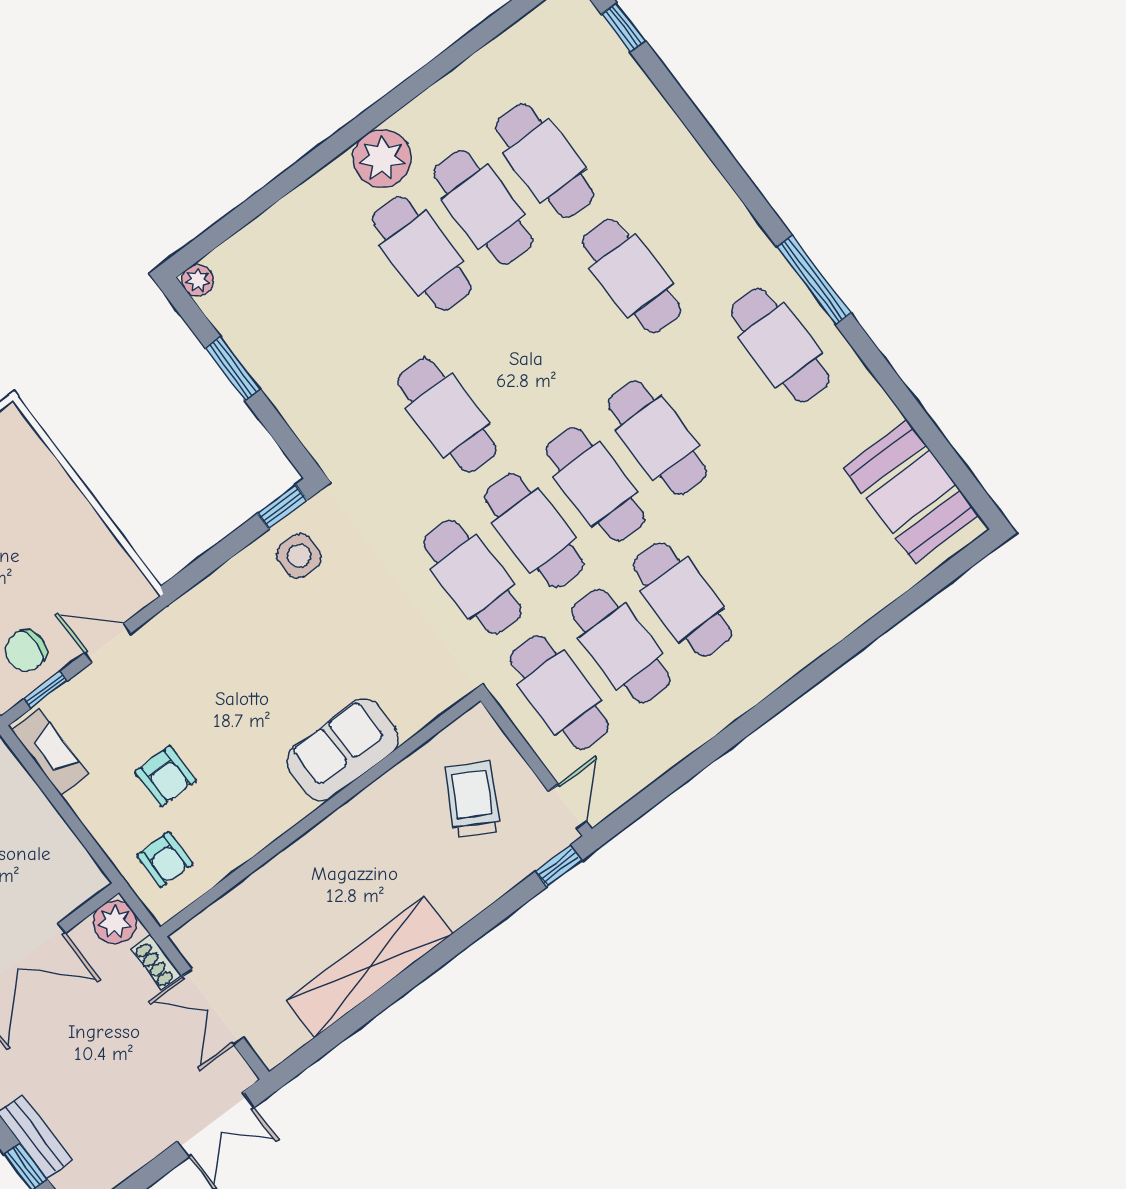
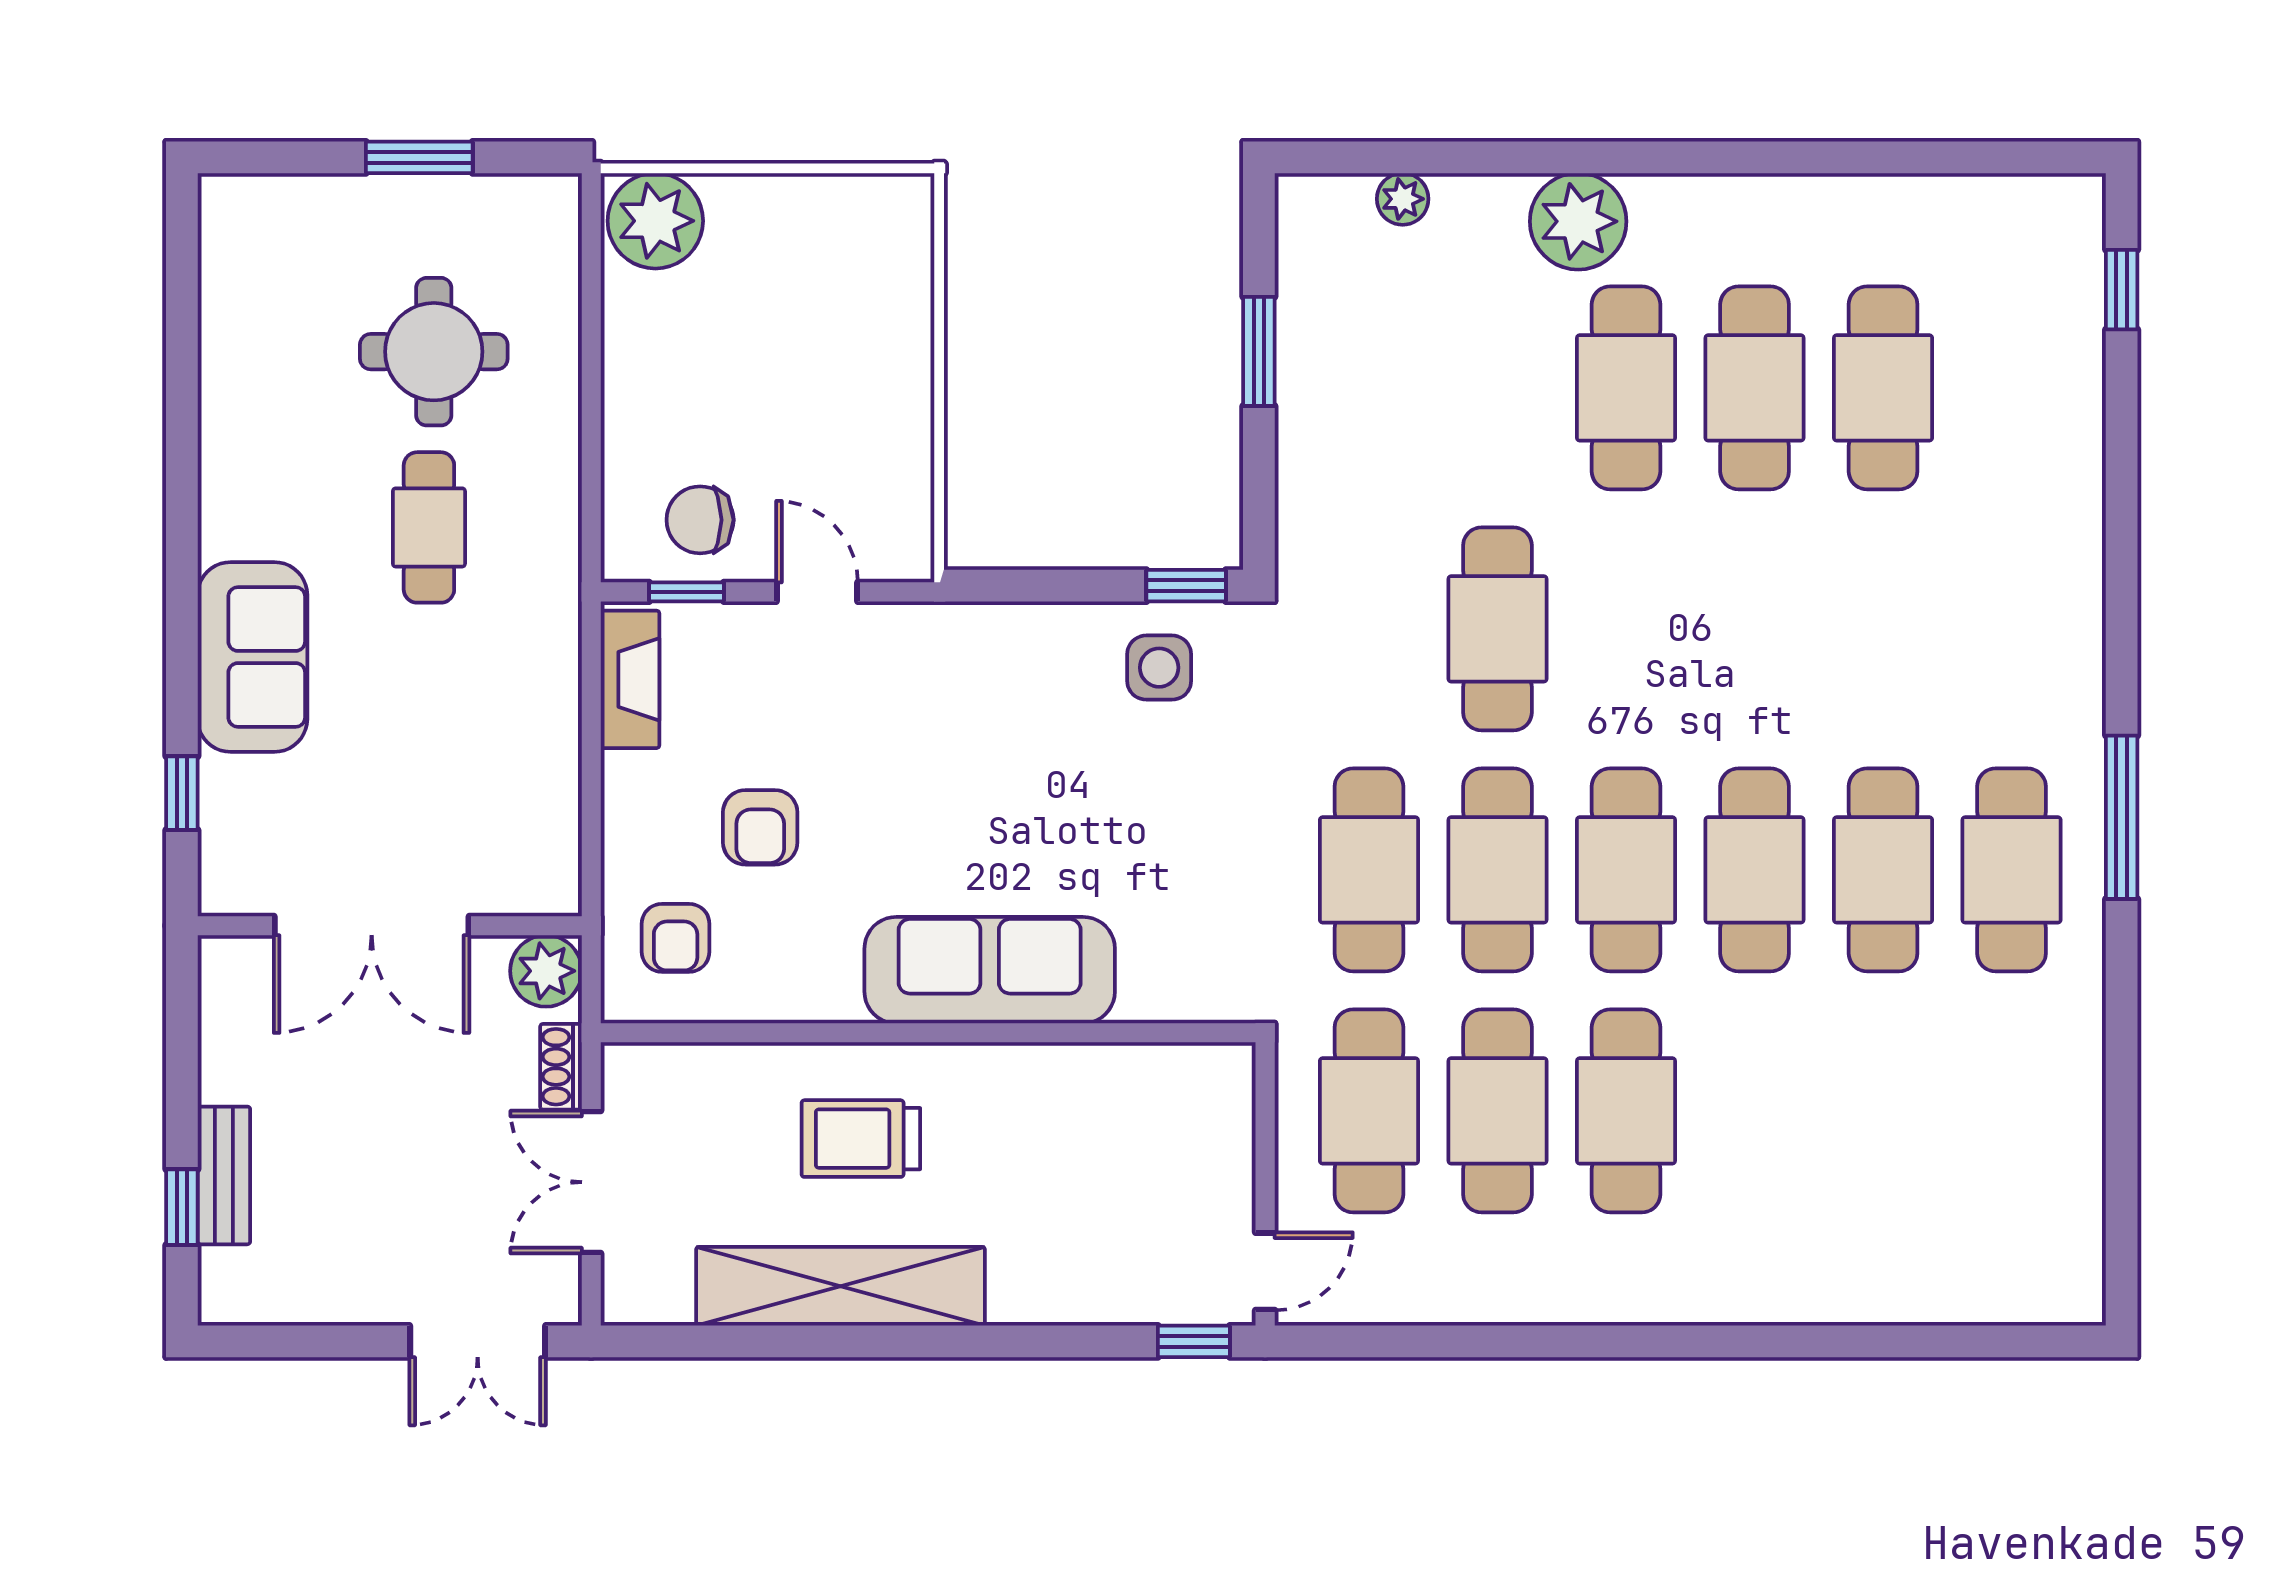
plant: (382, 158) -> (1578, 221), moved
cafe table: (632, 276) -> (1883, 870), moved
plant: (198, 280) -> (1403, 199), moved
booth: (911, 492) -> (2039, 1196), removed
sofa: (343, 750) -> (990, 970), width x1.36
trolley: (473, 799) -> (861, 1139), moved, turned -119

